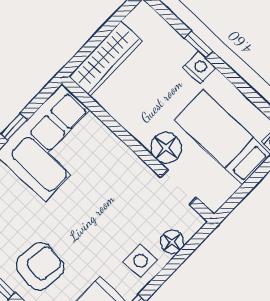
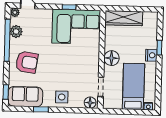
floor lamp: (166, 148) -> (112, 58), moved
floor lamp: (172, 242) -> (90, 103), moved

